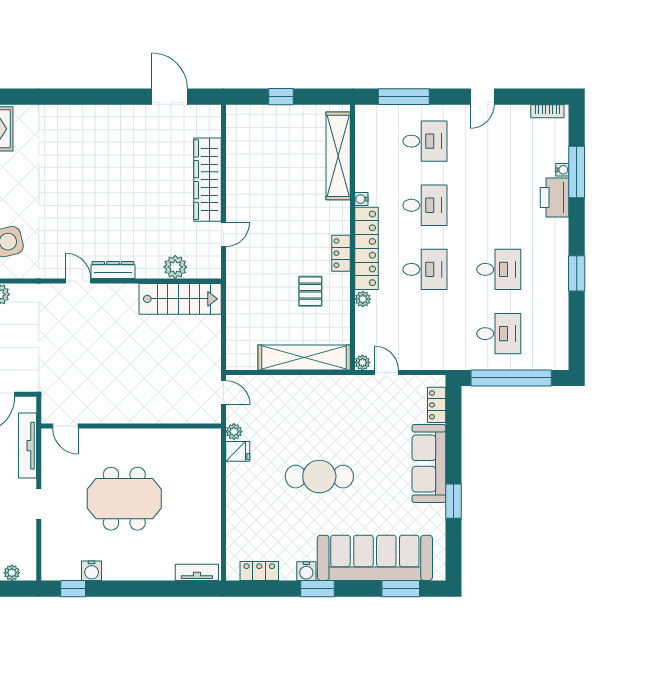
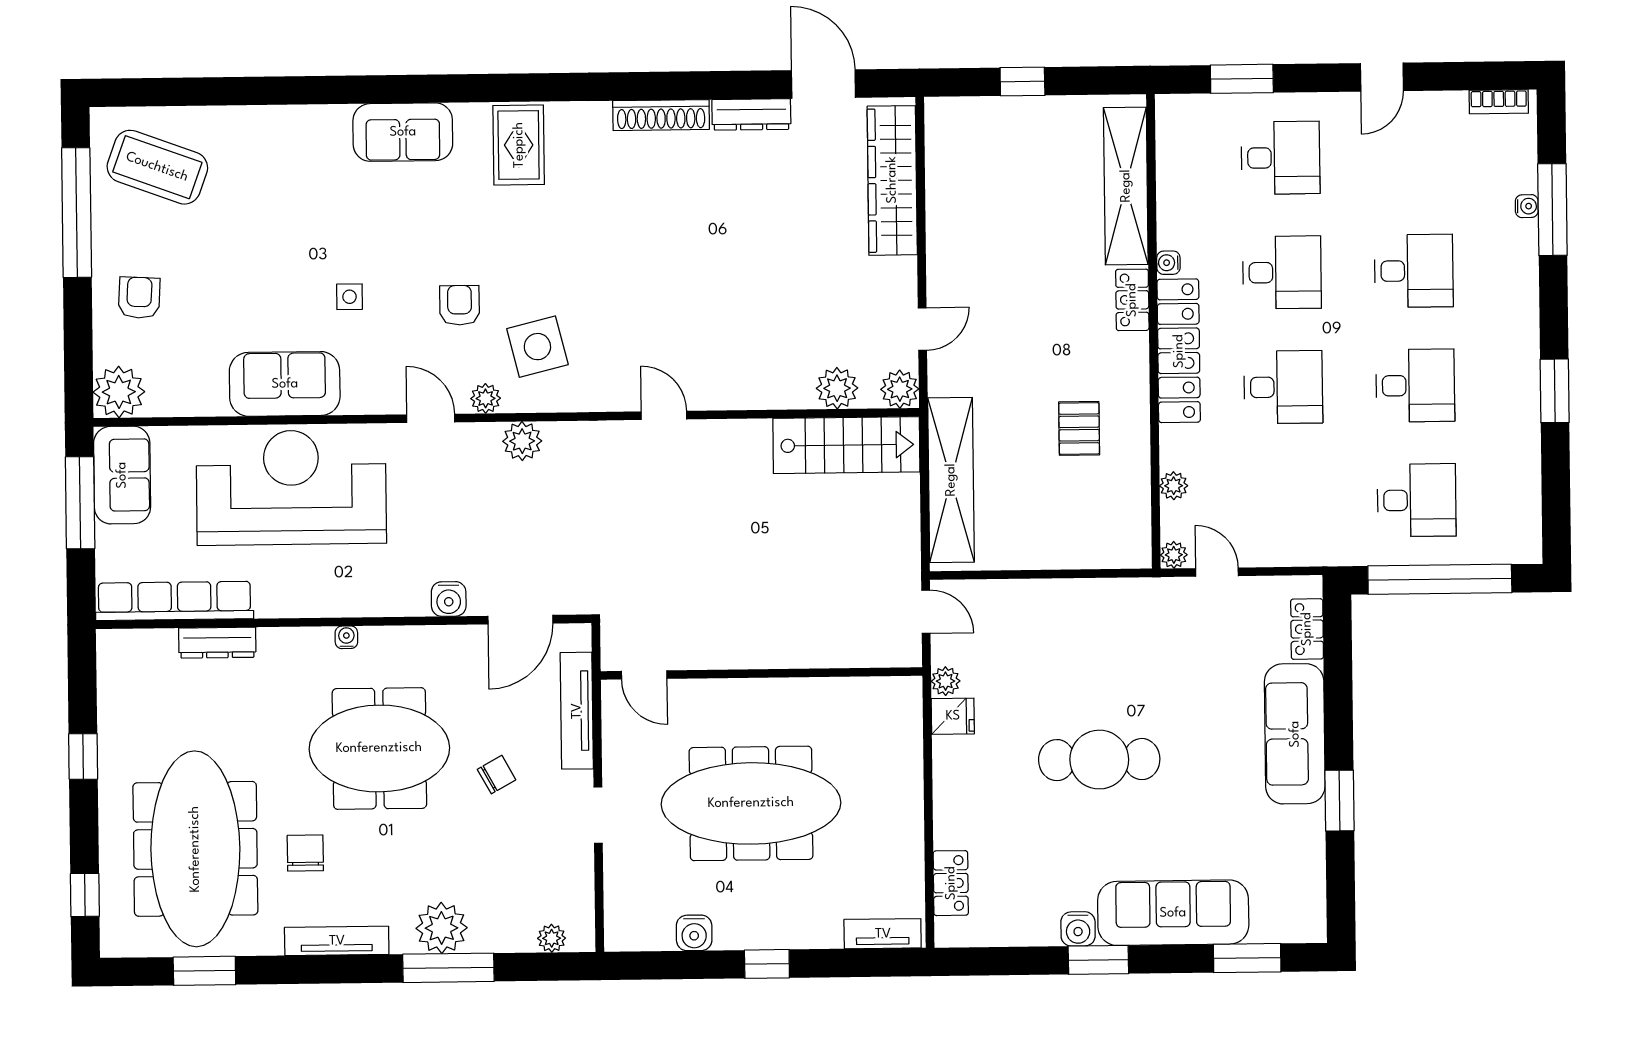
window: (404, 97) -> (1242, 79), width x0.69
shoe rack: (79, 113) -> (661, 115), added
wardrobe: (207, 180) -> (892, 180), moved
printer: (555, 197) -> (1514, 256), removed
desk: (499, 205) -> (1414, 271), added
locker: (341, 253) -> (1132, 300), moved
plant: (210, 268) -> (900, 389), added
dresser: (113, 270) -> (751, 114), moved, turned 180
plant: (363, 299) -> (1174, 486), moved
shelving: (304, 357) -> (951, 480), moved, turned 90
meeting table: (124, 499) -> (751, 803), width x1.36
sofa: (375, 558) -> (1173, 913), width x0.74, depth x0.79
locker: (259, 571) -> (951, 883), moved, turned 90
window: (73, 589) -> (767, 964), moved

